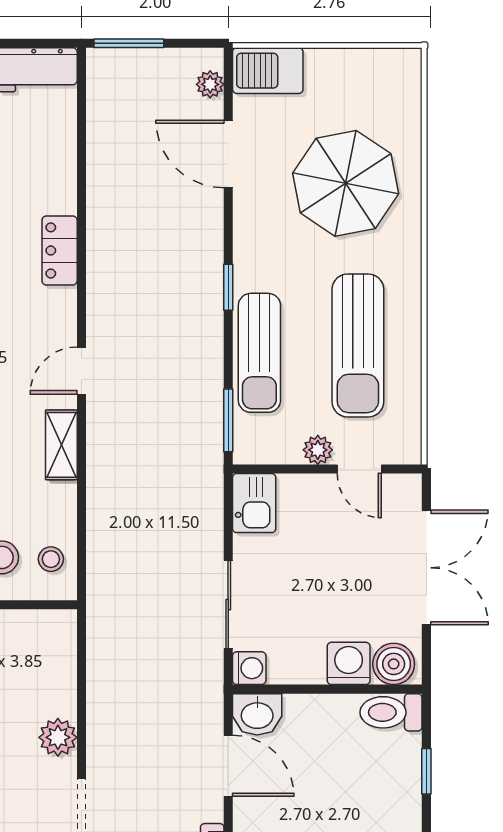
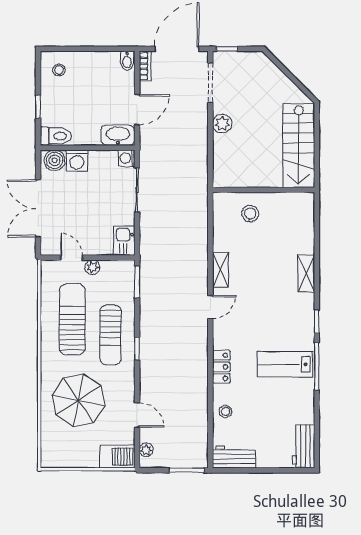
door: (228, 154) -> (137, 415), width x0.73
sun lounger: (259, 353) -> (110, 335), moved, turned 180
stool: (51, 559) -> (226, 411), moved
washbasin: (257, 714) -> (118, 135), width x1.38
door: (228, 766) -> (137, 109), swing flipped

